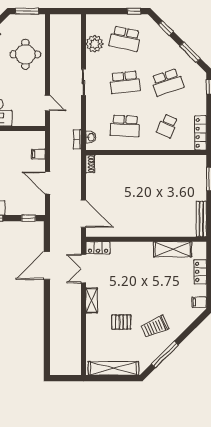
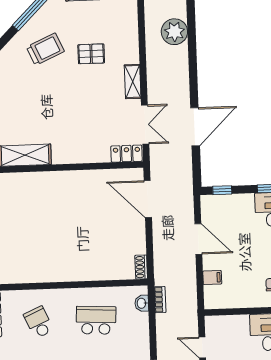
school desk: (167, 126) -> (39, 322), turned -48
plant: (59, 336) -> (174, 32), added

